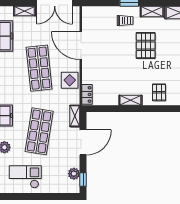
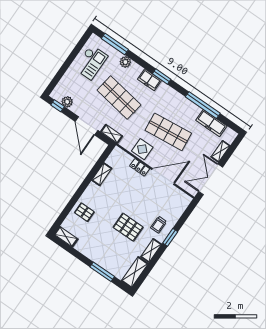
locker: (87, 94) -> (140, 167), moved
shelving: (130, 100) -> (102, 174), moved

